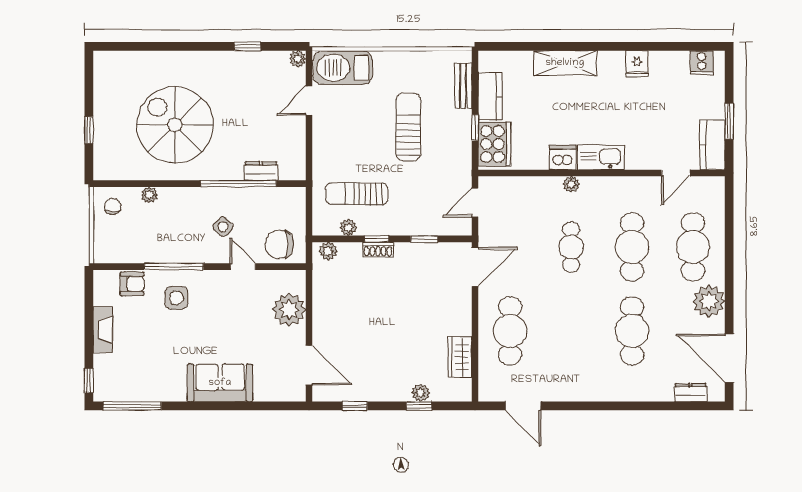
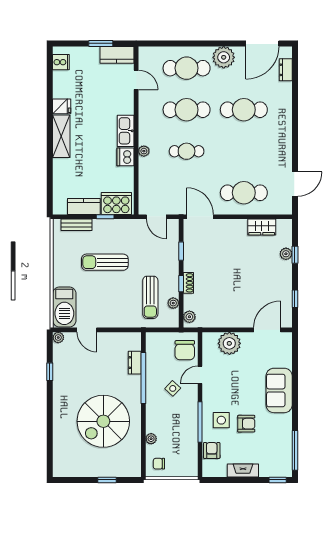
shelving: (565, 63) -> (61, 136), moved
armchair: (171, 335) -> (246, 424), added

